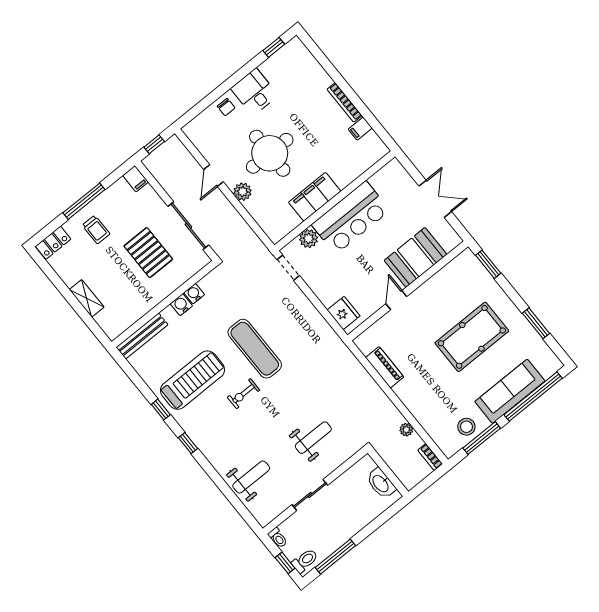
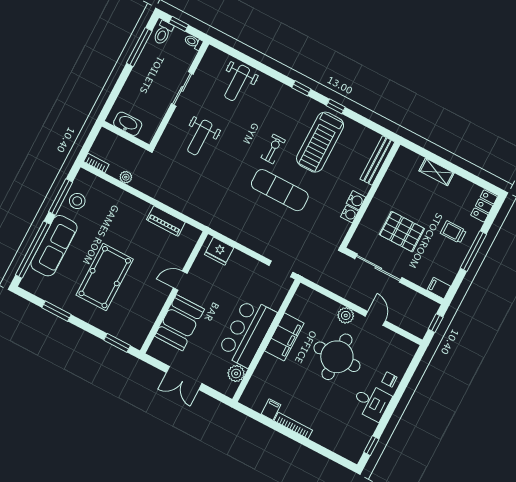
plant: (309, 239) -> (236, 374), moved
door: (396, 300) -> (180, 281), swing flipped

